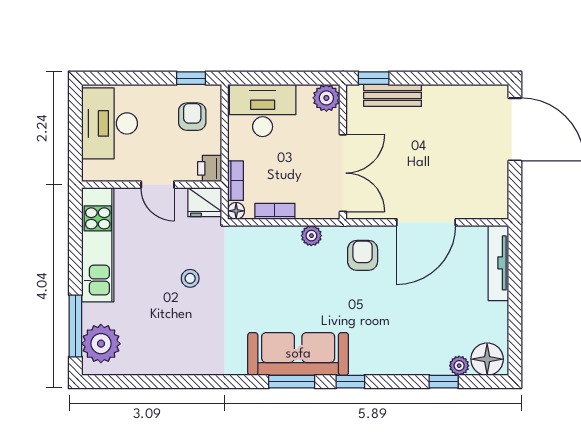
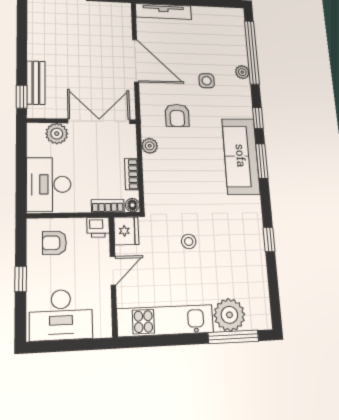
window: (191, 78) -> (21, 279), moved
plant: (326, 98) -> (57, 134), moved
armchair: (363, 255) -> (177, 115), moved, turned -90
side table: (401, 316) -> (207, 81), added
plant: (101, 344) -> (229, 315), moved
floor lamp: (487, 359) -> (233, 22), removed
plant: (459, 366) -> (242, 72), moved
window: (190, 382) -> (269, 240), added
window: (444, 382) -> (252, 52), width x3.17

